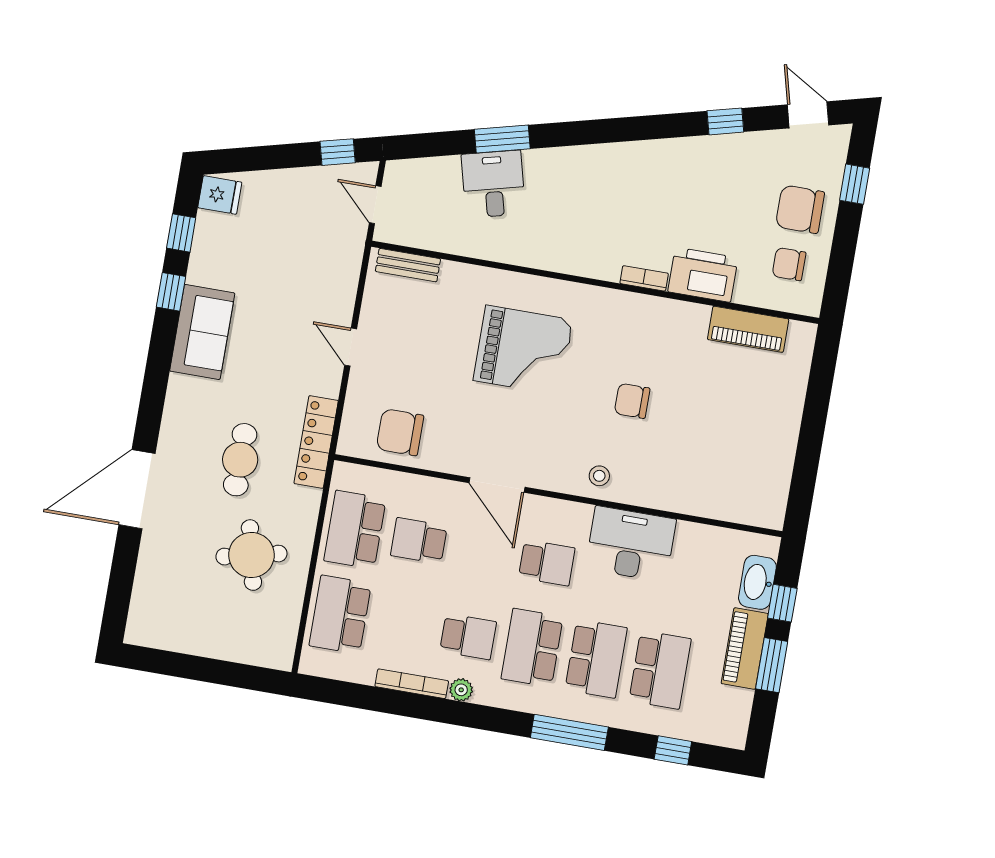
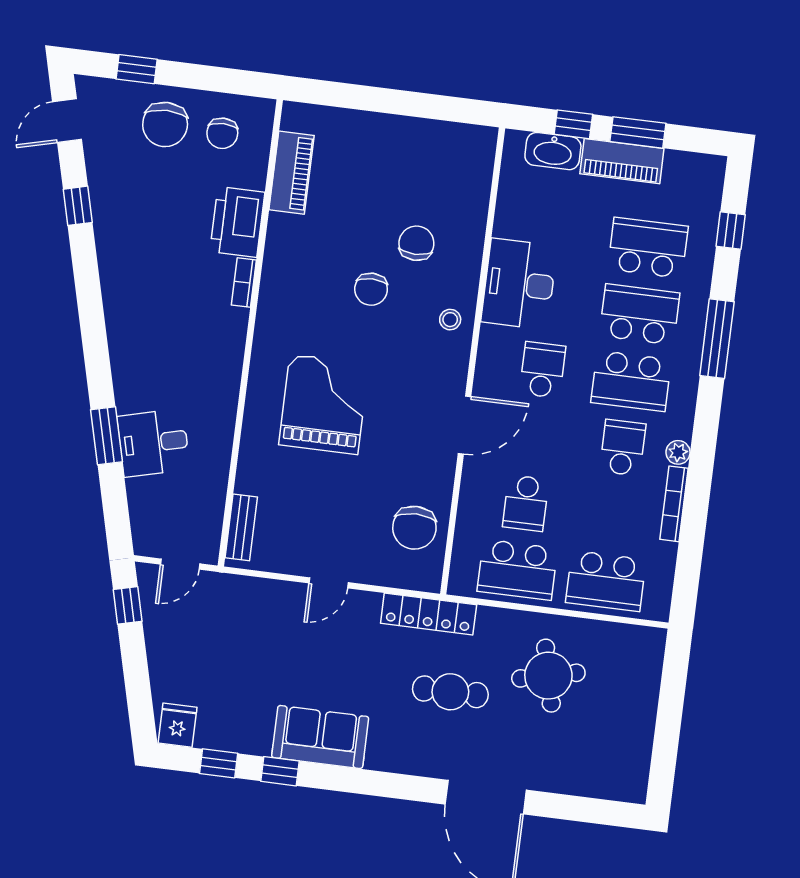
chair: (674, 447) -> (416, 243), added

